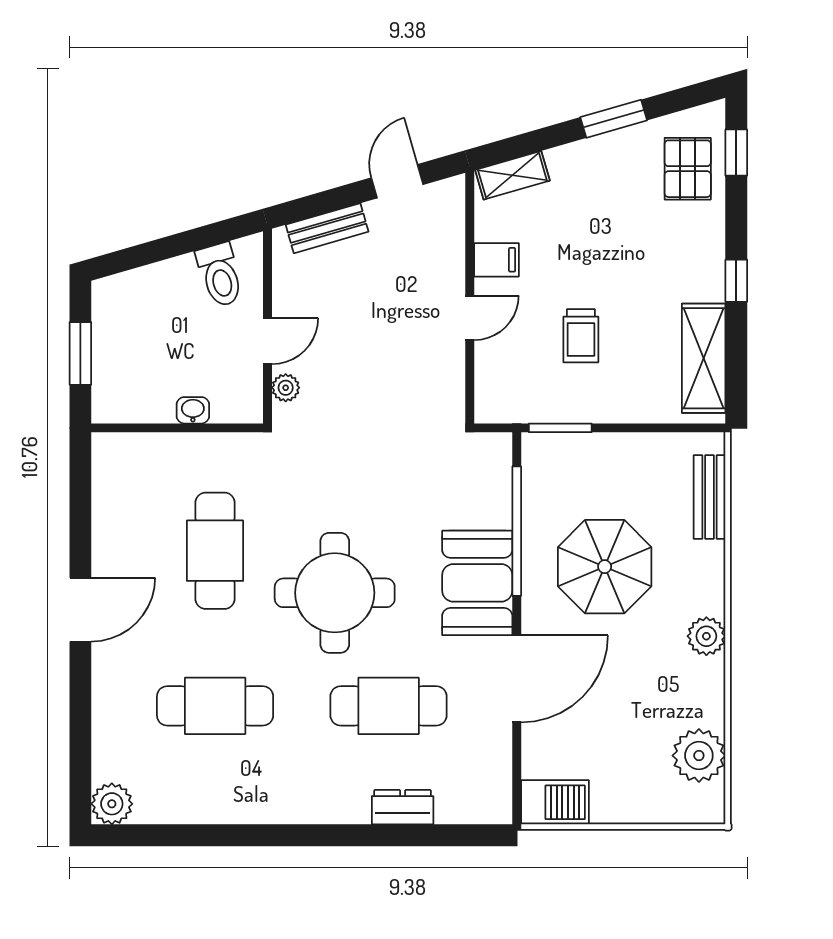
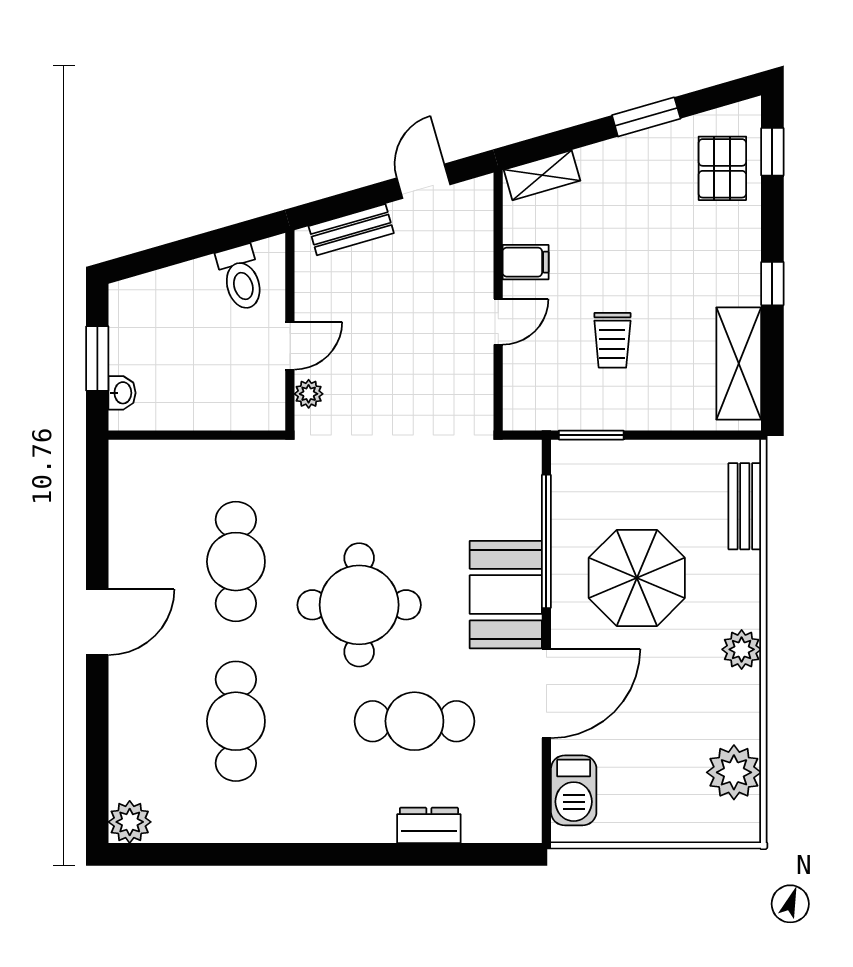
washbasin: (193, 410) -> (122, 393), moved, turned 90
cafe table: (215, 706) -> (236, 721), turned 90
barbecue: (555, 802) -> (574, 790), moved, turned 90

